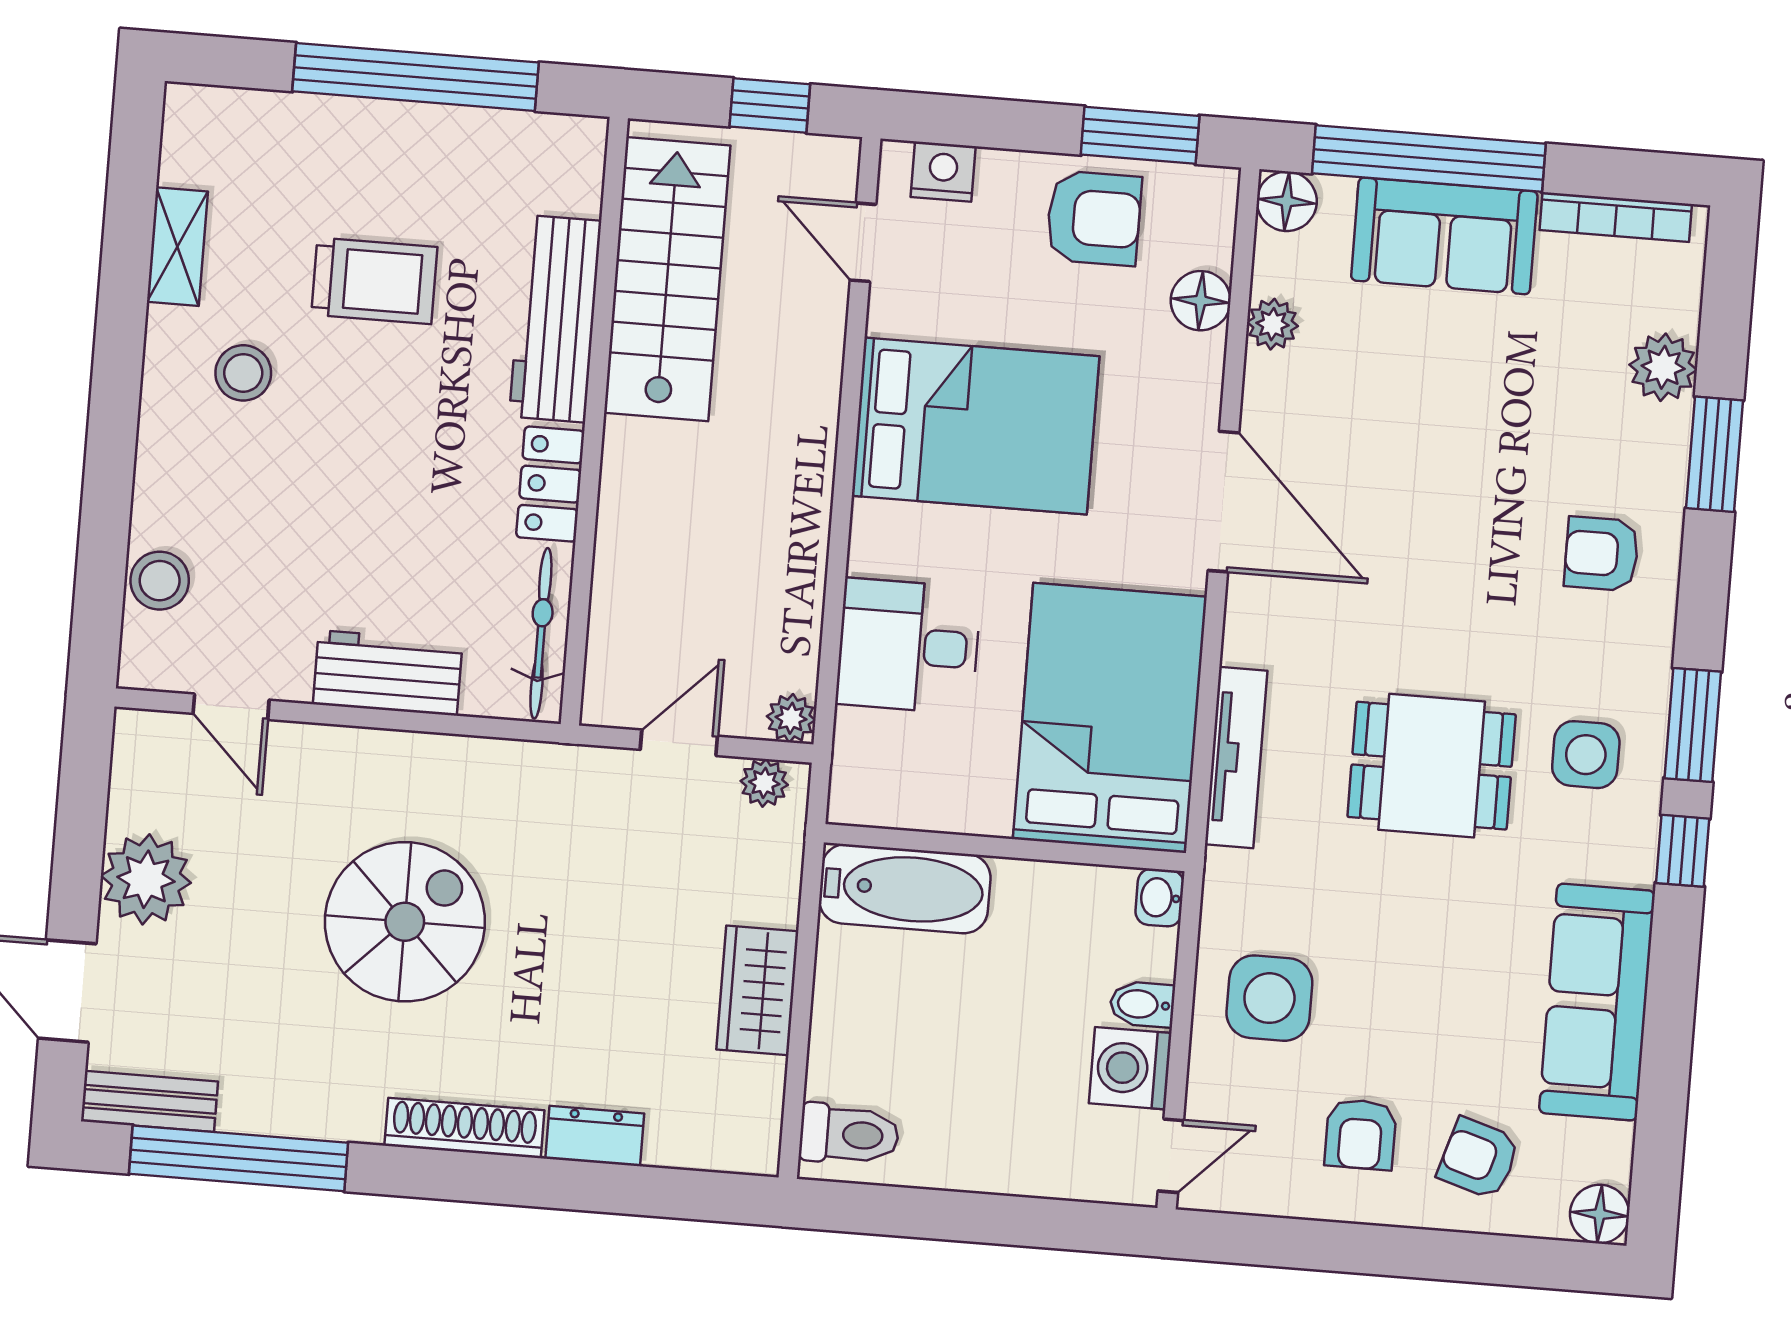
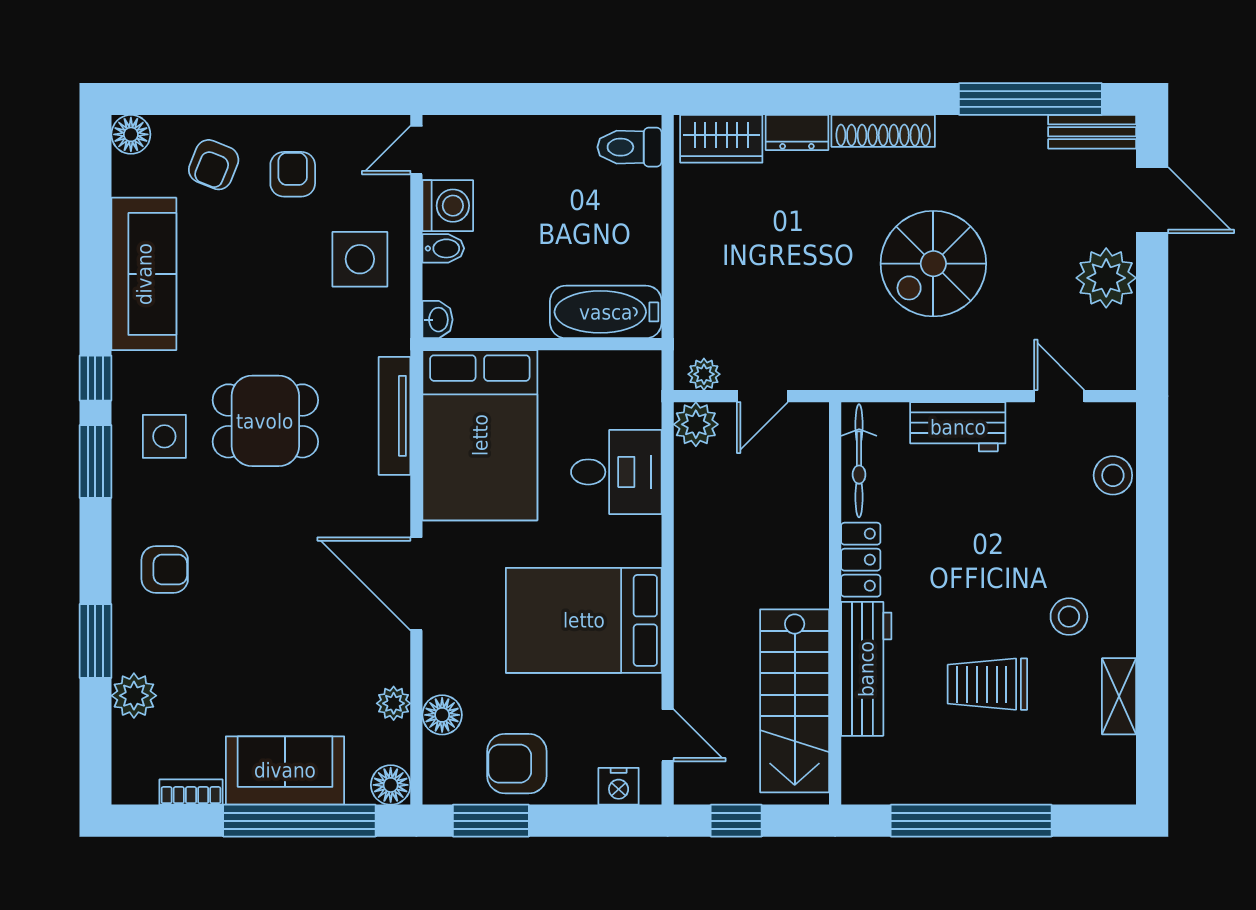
bookcase: (1616, 217) -> (191, 792), width x0.64
plant: (791, 718) -> (696, 424), width x1.38, depth x1.38
wardrobe: (757, 990) -> (721, 139), moved, turned 90
armchair: (1479, 1158) -> (214, 165), turned 95

